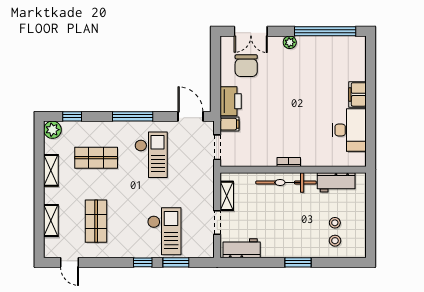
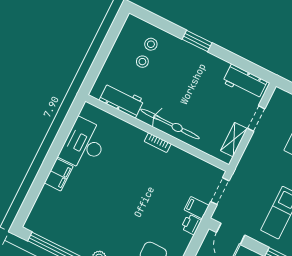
printer: (231, 101) -> (191, 224), width x0.53, depth x0.68

